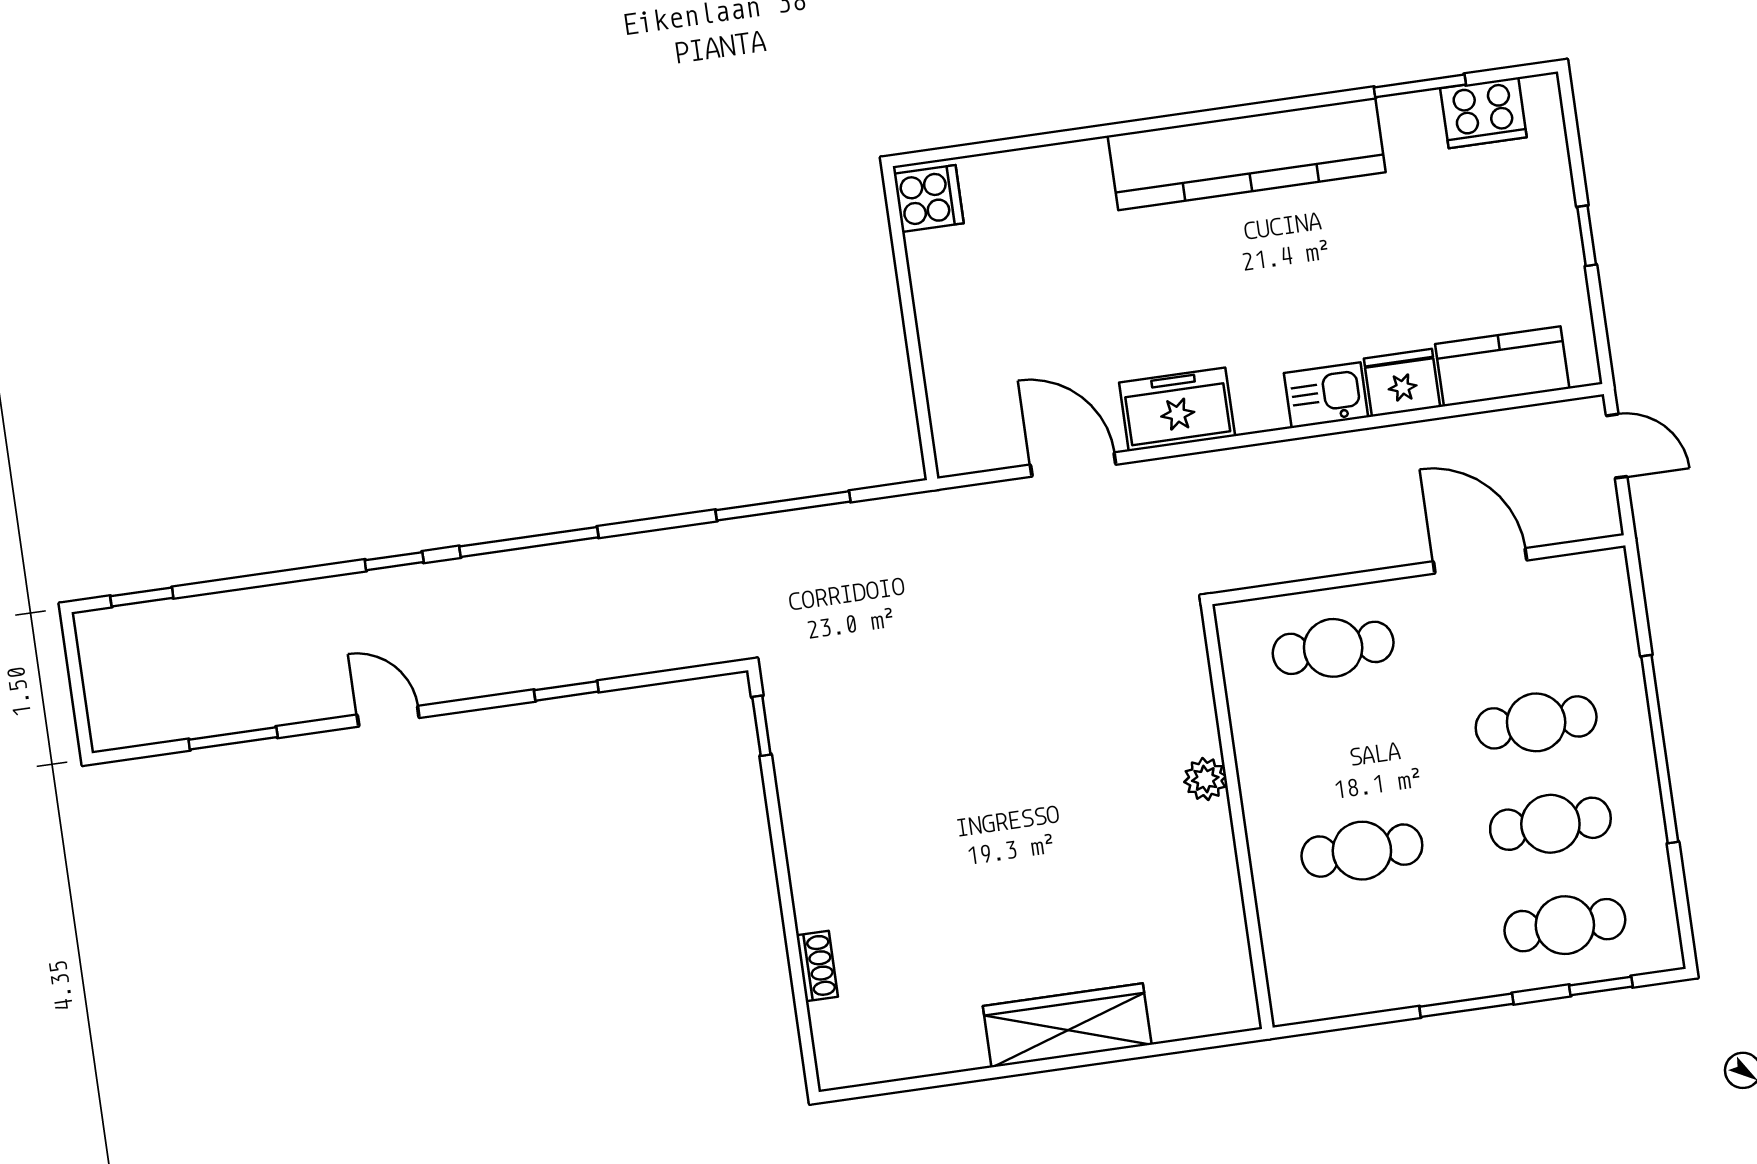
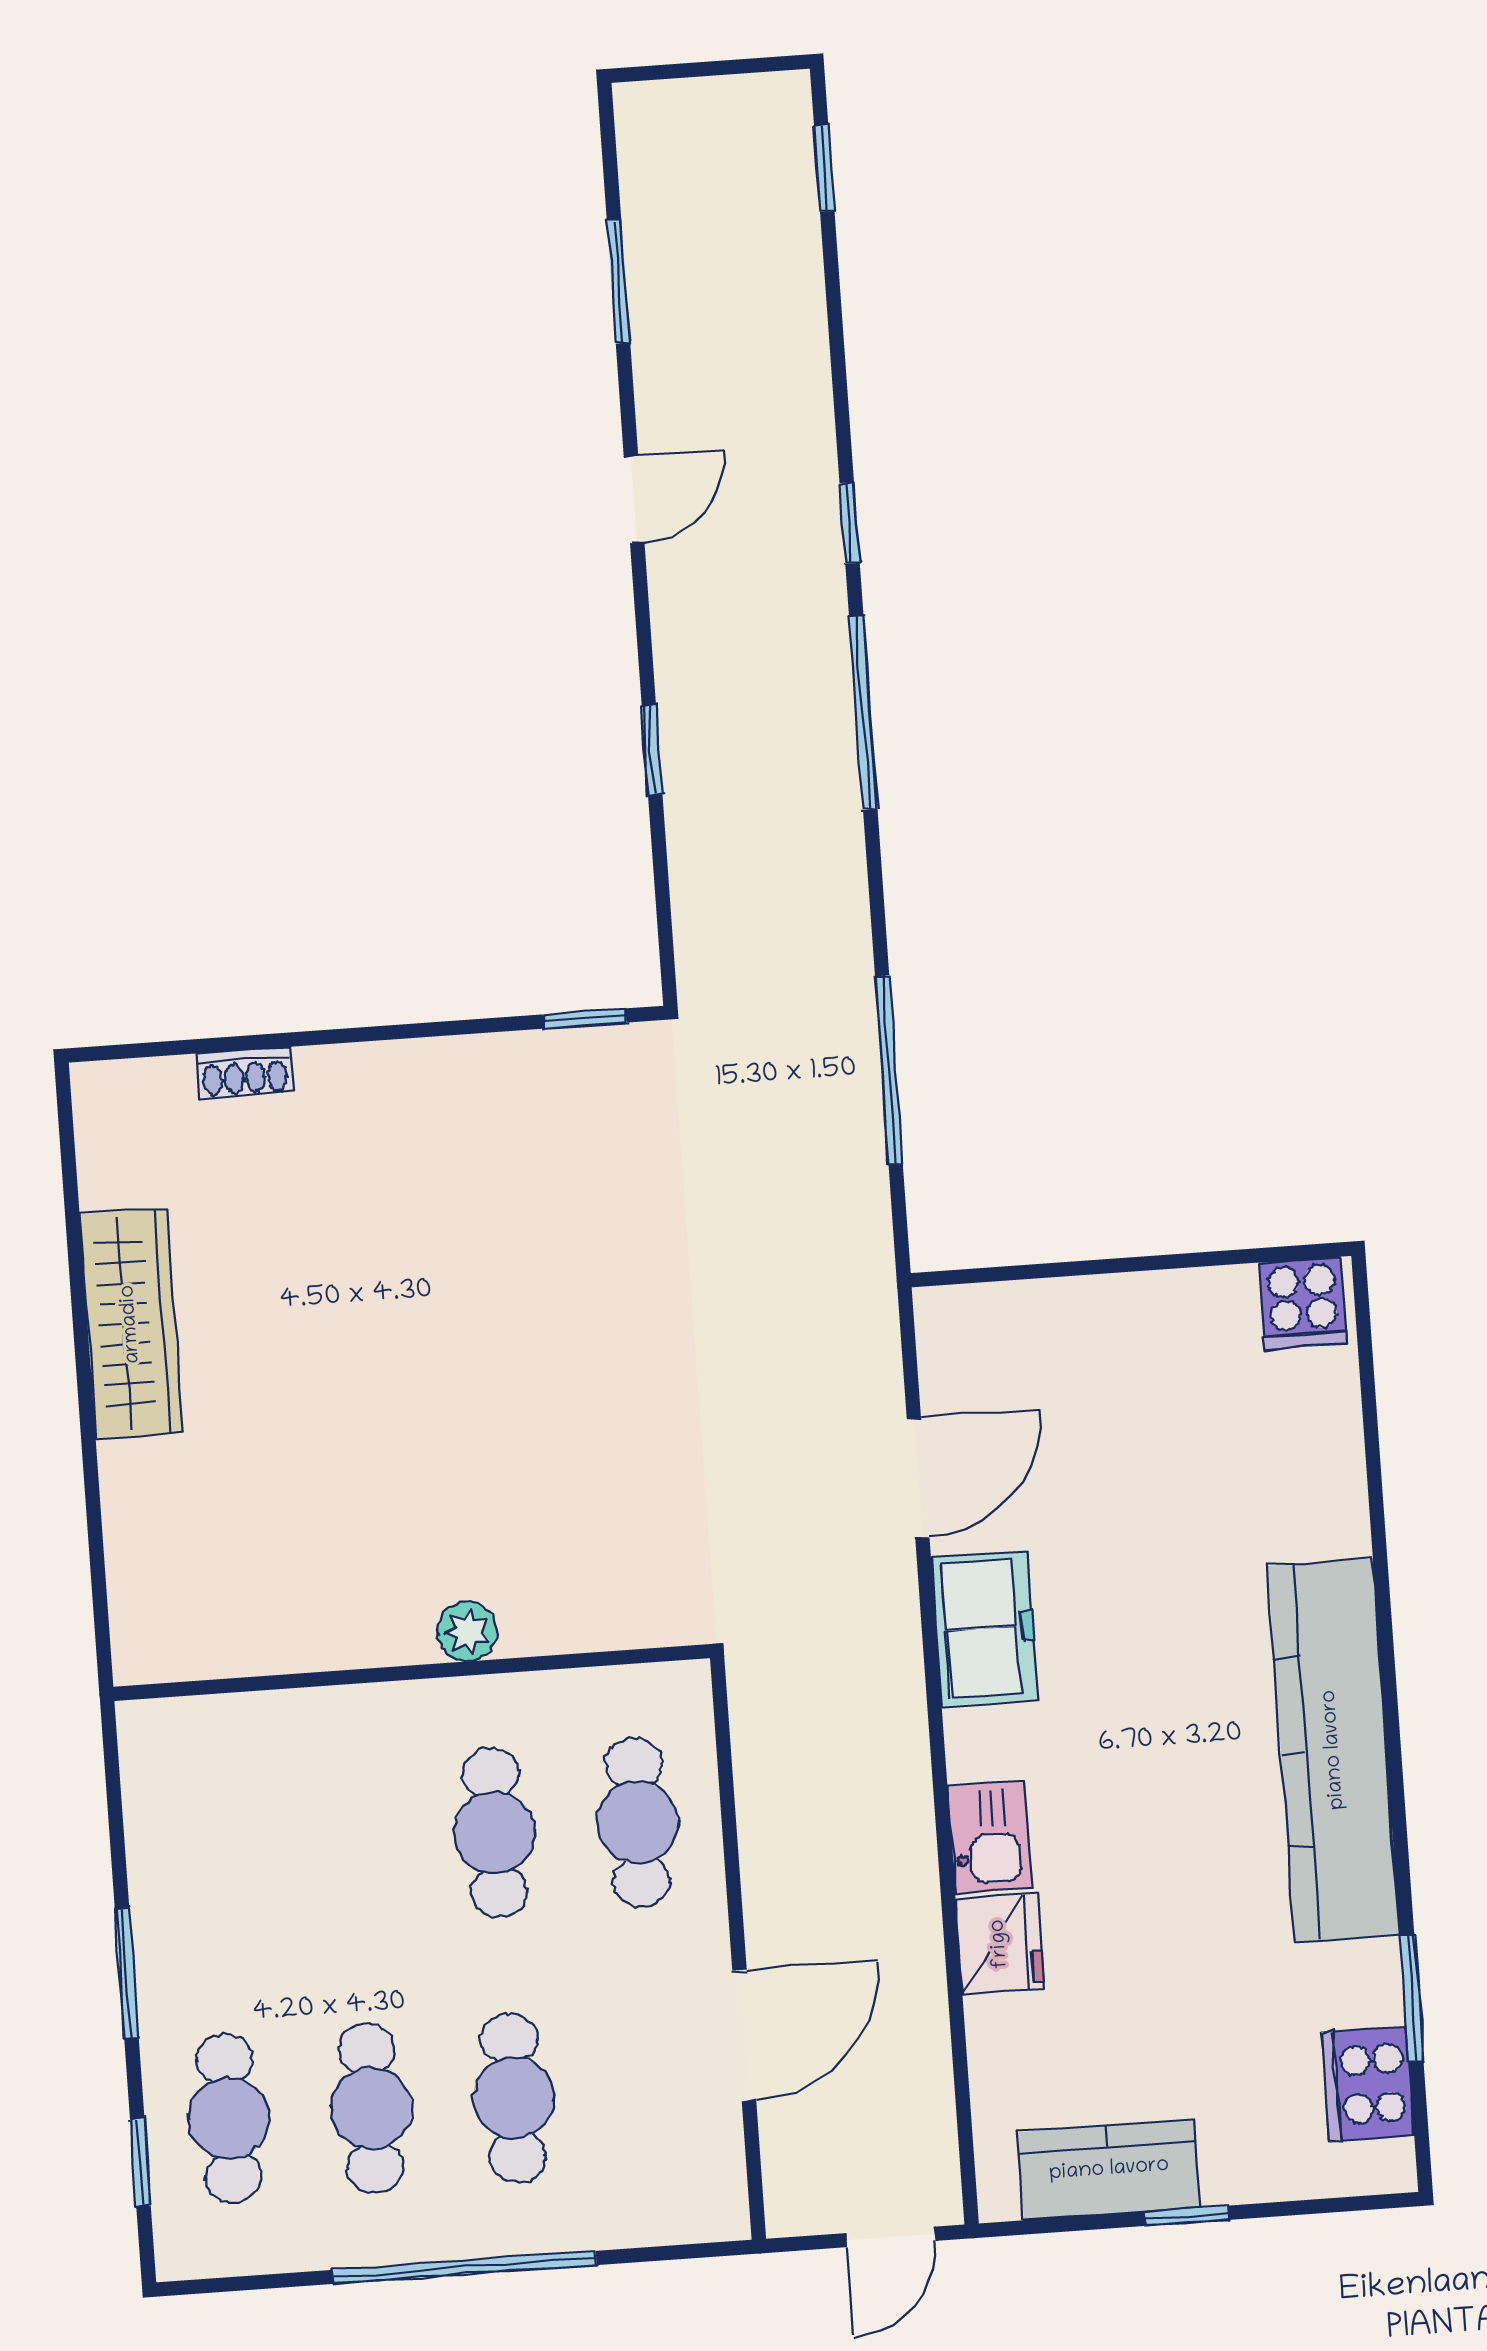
kitchen counter: (1502, 366) -> (1109, 2170), moved, turned -90
cafe table: (1362, 851) -> (495, 1833), moved
wardrobe: (1067, 1025) -> (131, 1324), moved

